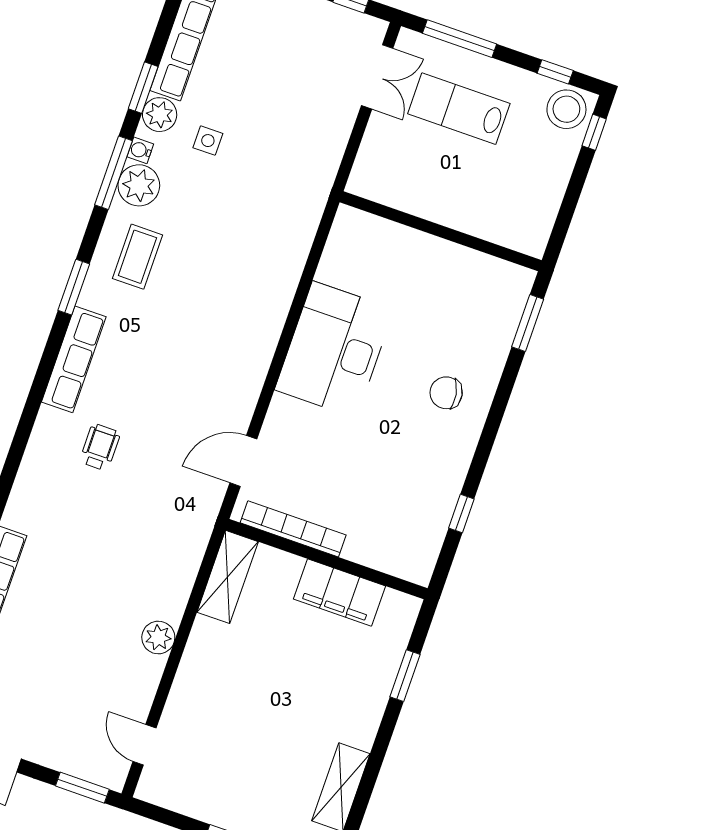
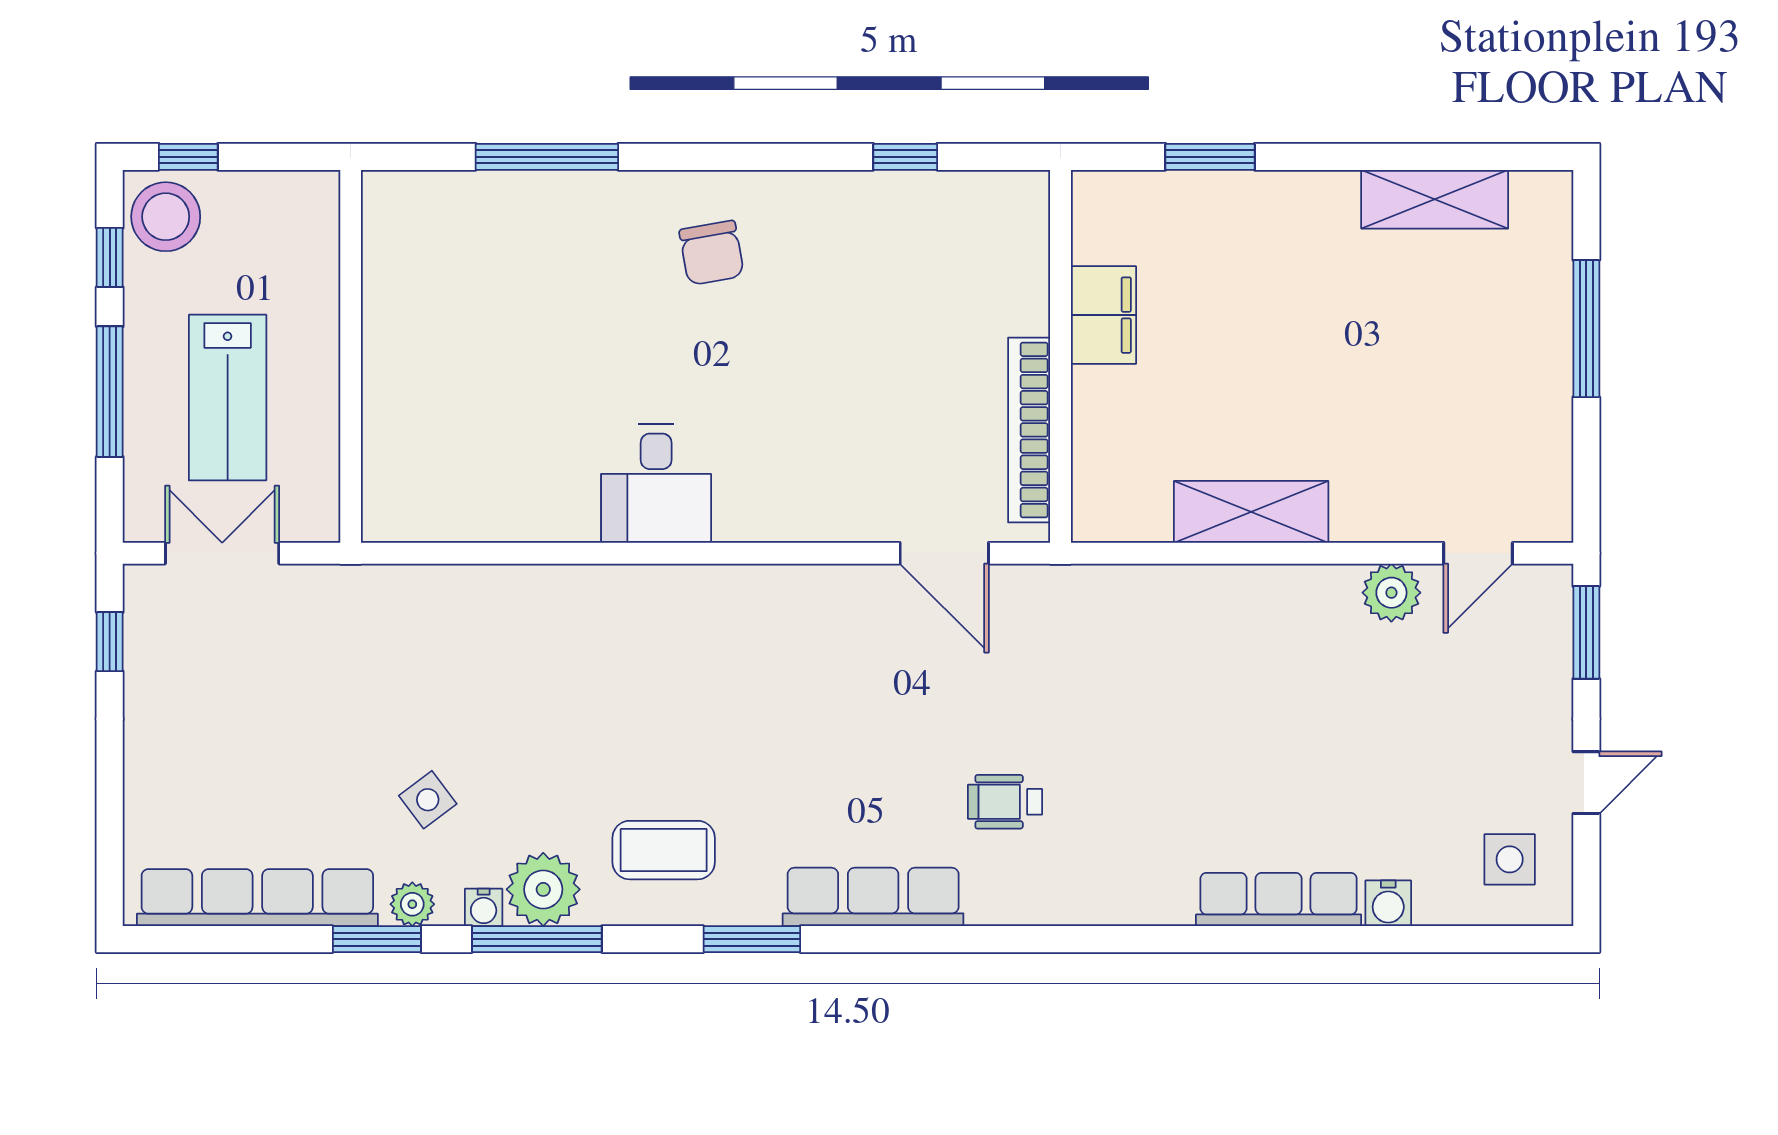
window: (460, 39) -> (110, 392), moved
plant: (160, 115) -> (412, 904), width x0.73, depth x0.73
side table: (208, 141) -> (428, 800), turned -37
wall: (441, 231) -> (351, 356), moved
window: (528, 323) -> (547, 157), width x1.44
desk: (334, 349) -> (656, 483), width x0.53, depth x0.77
shelving: (228, 577) -> (1251, 512), moved
filing cabinet: (339, 592) -> (1103, 315), width x0.67, depth x0.86
plant: (158, 638) -> (1391, 593), moved

